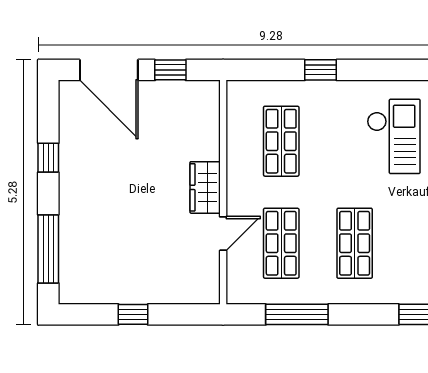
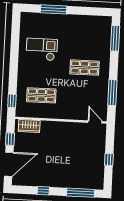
window: (321, 70) -> (12, 101), moved
wardrobe: (205, 187) -> (29, 126), moved
door: (223, 234) -> (95, 122), moved
shop shelf: (281, 243) -> (83, 97), removed

